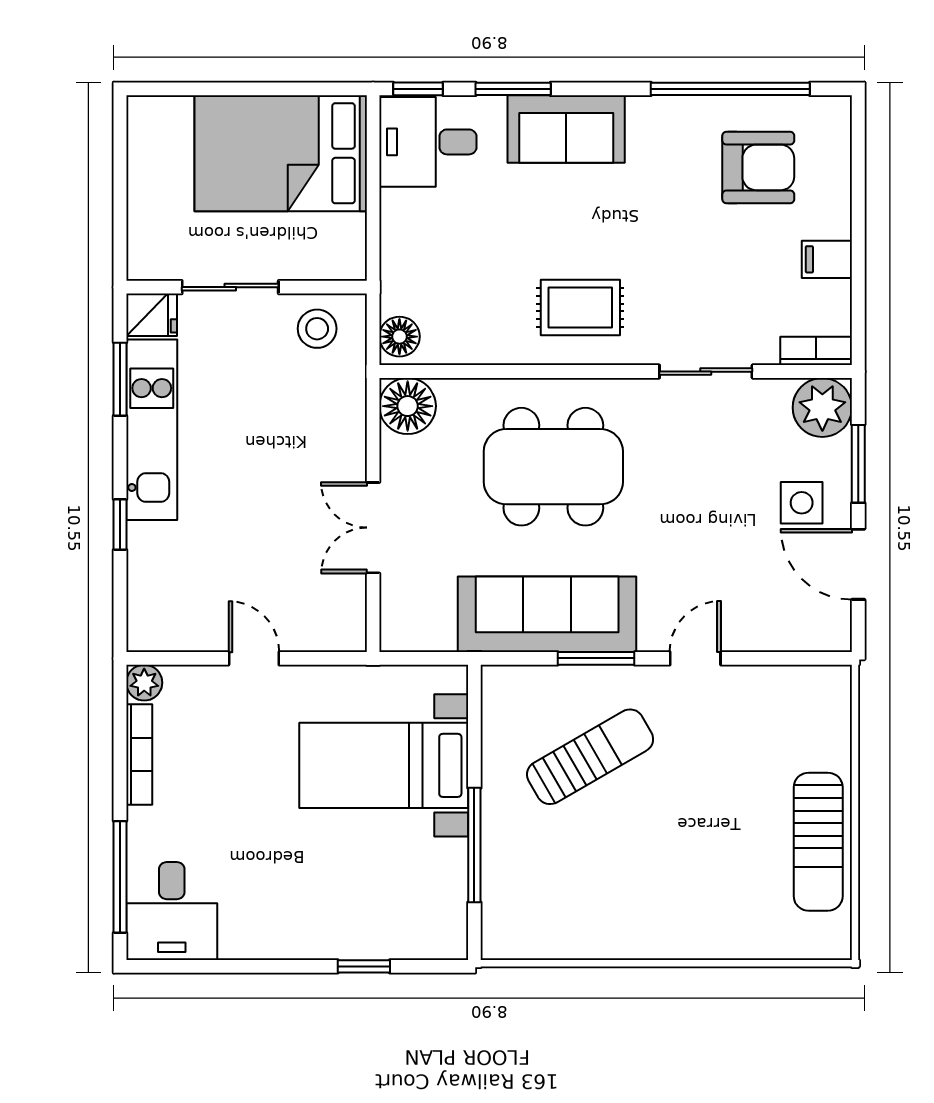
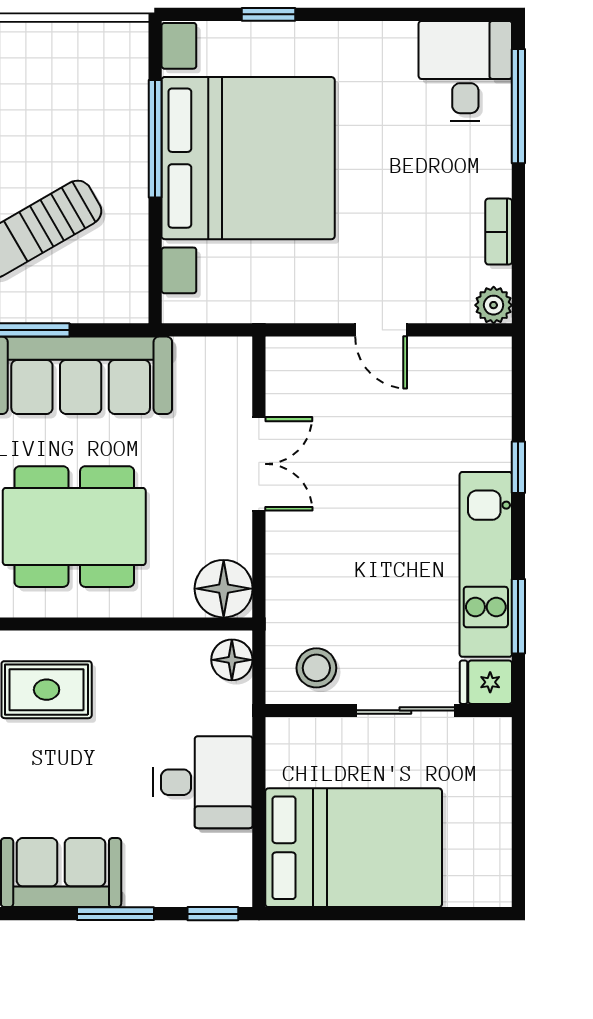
desk: (428, 142) -> (203, 782), moved
bookcase: (139, 754) -> (499, 232), width x0.64
bed with nightstands: (384, 765) -> (248, 158), width x1.85

